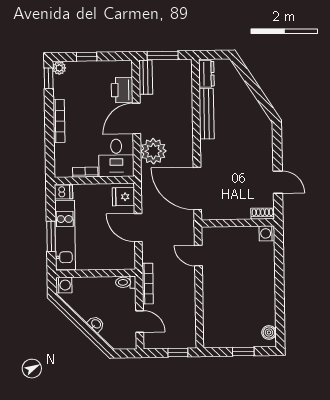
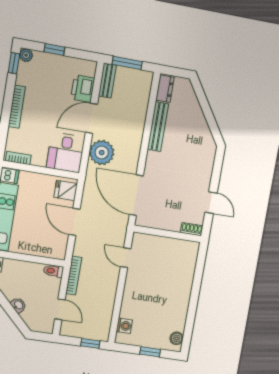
bookcase: (85, 172) -> (18, 158), moved
washing machine: (267, 233) -> (124, 326), moved, turned 180

